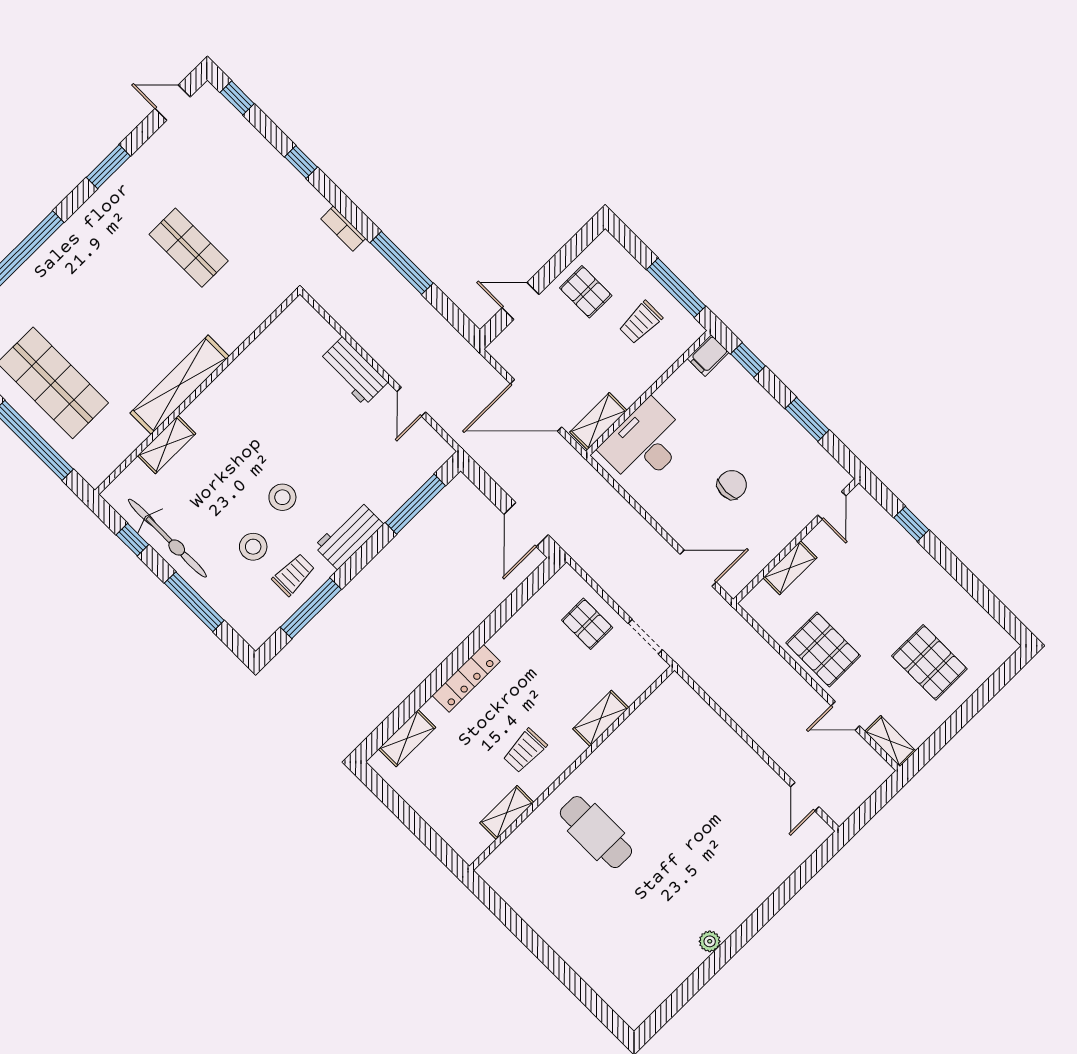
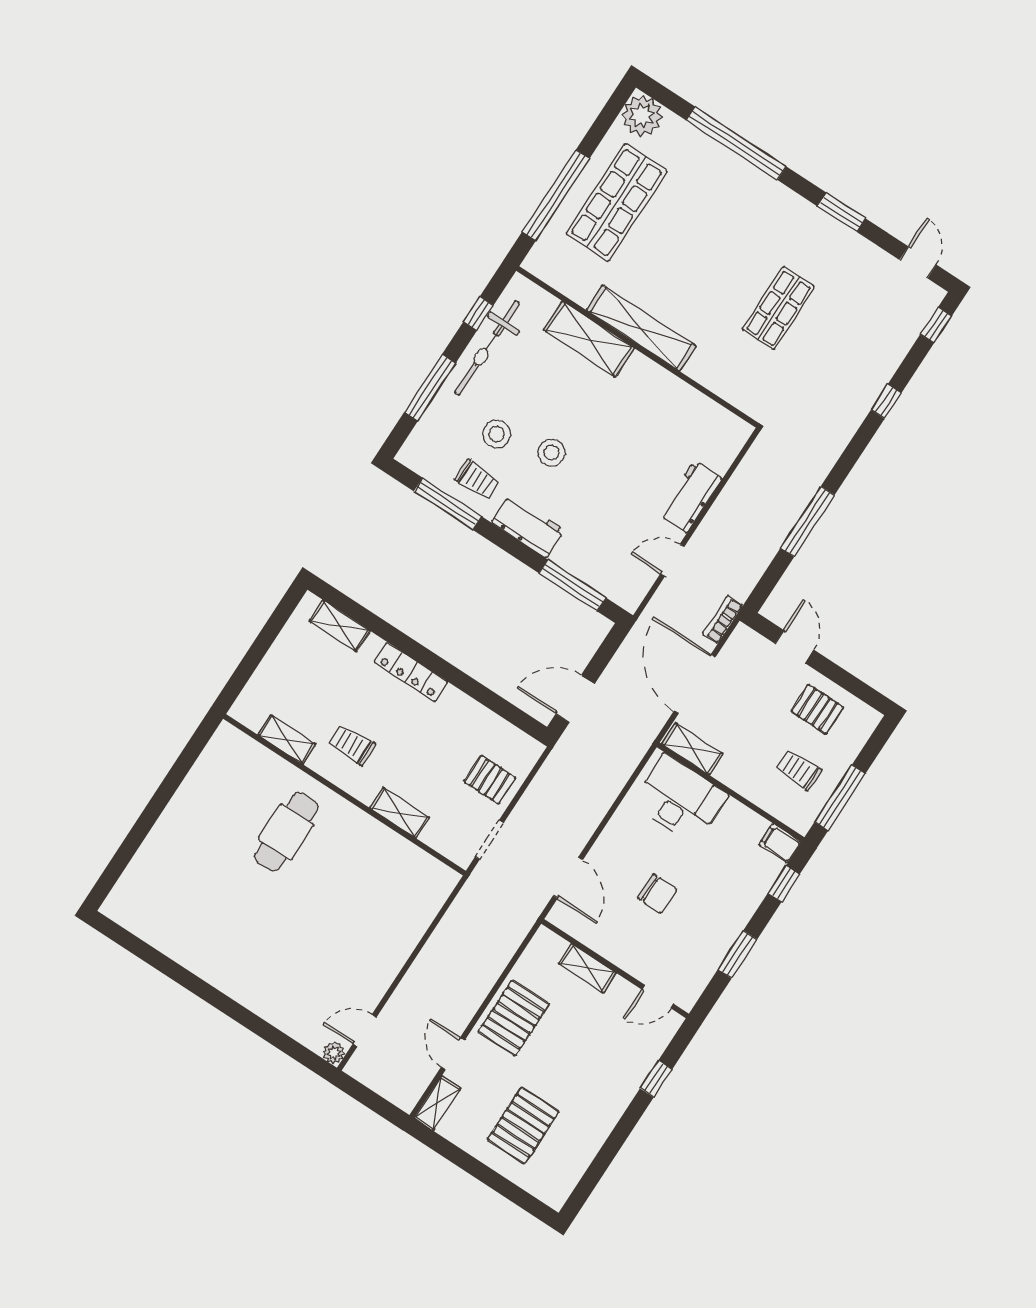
bookcase: (343, 229) -> (723, 620), moved
pallet: (586, 292) -> (817, 709), turned 90
shelving: (167, 445) -> (589, 339), width x1.50, depth x1.33
pallet: (587, 624) -> (490, 780), turned 90
plant: (710, 941) -> (334, 1053), moved

